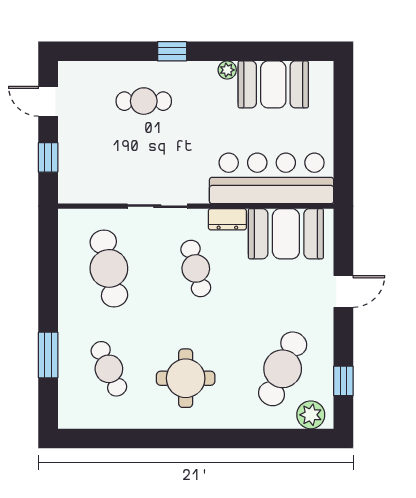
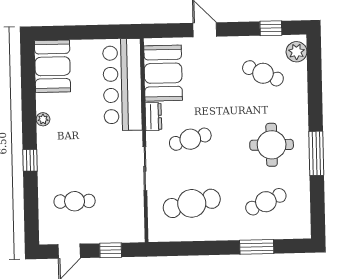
booth: (273, 84) -> (53, 66), moved
cafe table: (144, 101) -> (75, 201), moved, turned 90
cafe table: (283, 369) -> (263, 73), width x0.73, depth x0.74
window: (173, 438) -> (316, 153), added

